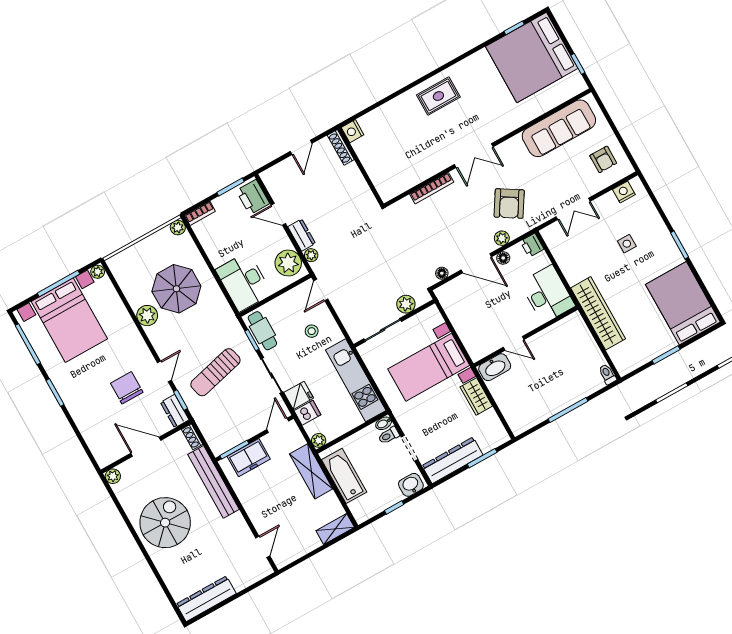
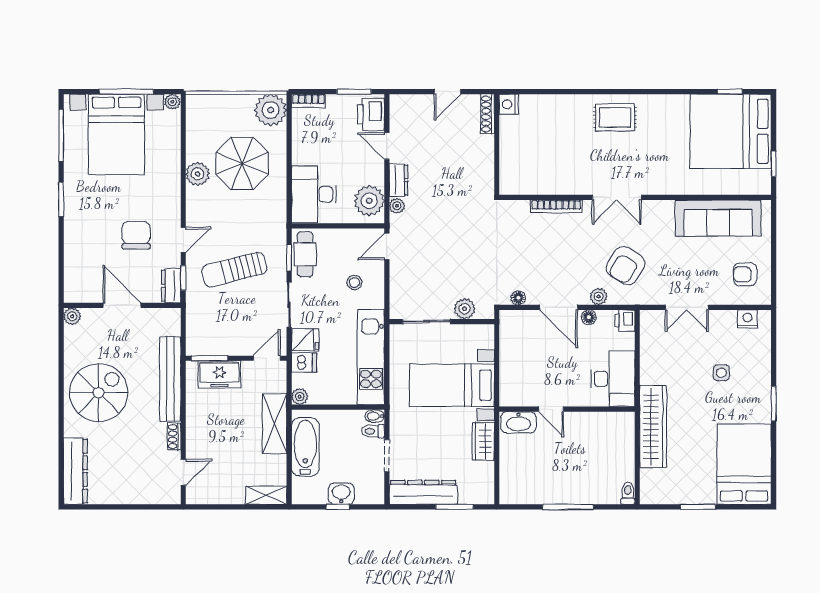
armchair: (603, 159) -> (745, 274), turned 90
plant: (178, 228) -> (271, 110), width x1.87, depth x1.87
shoe rack: (192, 437) -> (174, 437), moved
washbasin: (411, 485) -> (341, 494), moved
dresser: (206, 599) -> (75, 471), moved, turned 90

